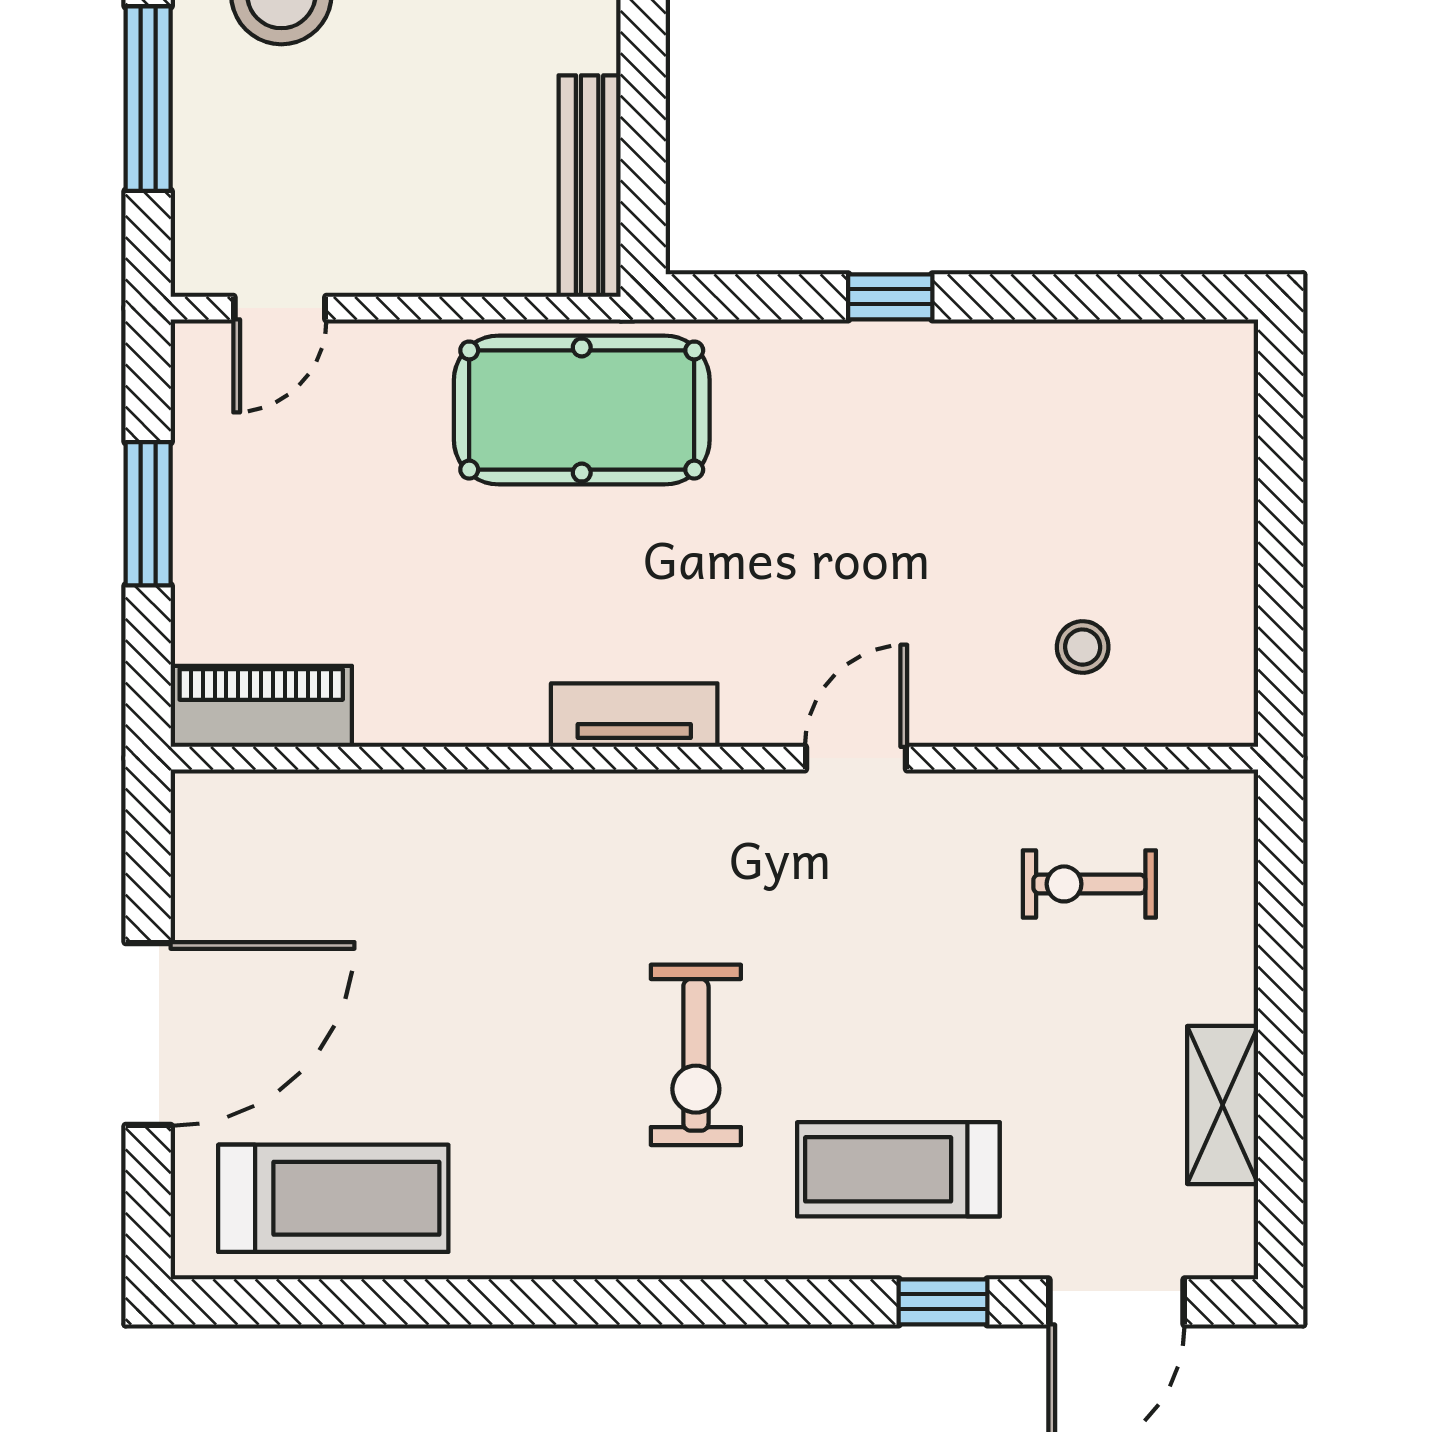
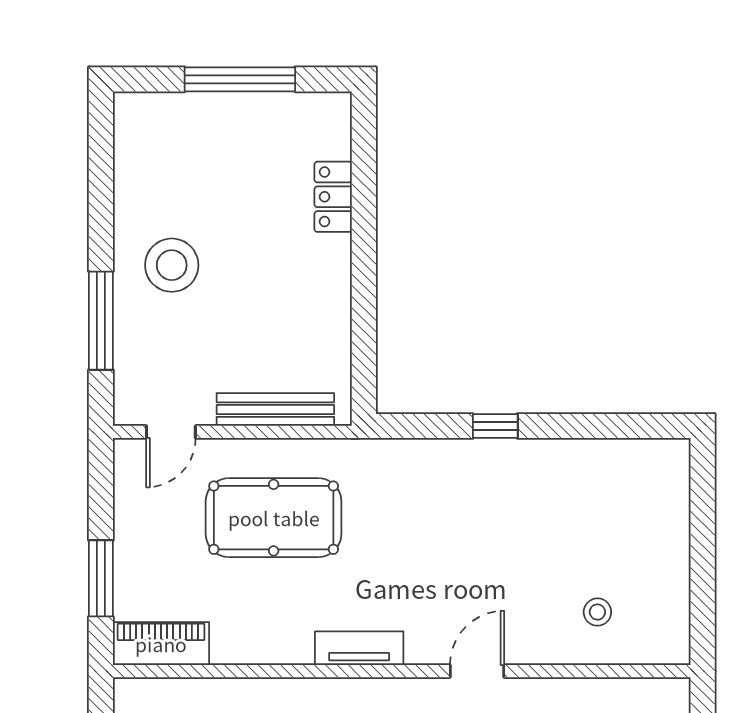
bench: (590, 186) -> (275, 410), moved, turned 90
pool table: (582, 410) -> (274, 518), moved
window: (148, 514) -> (101, 578), moved

